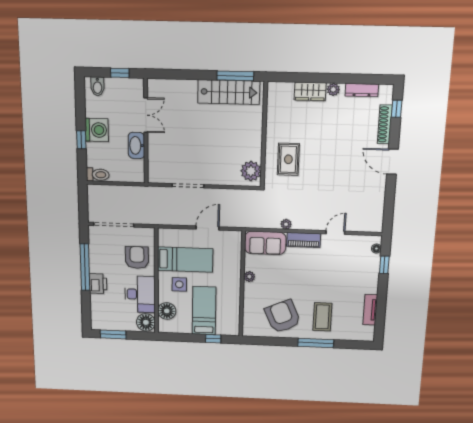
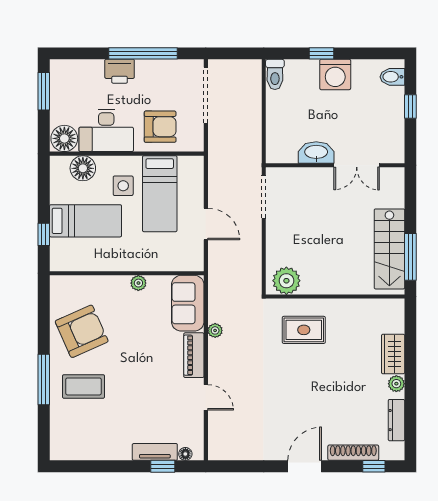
double door: (146, 115) -> (357, 165), moved
wall: (146, 131) -> (335, 165), moved
washbasin: (136, 145) -> (316, 153), moved
tv unit: (370, 310) -> (155, 452), moved

